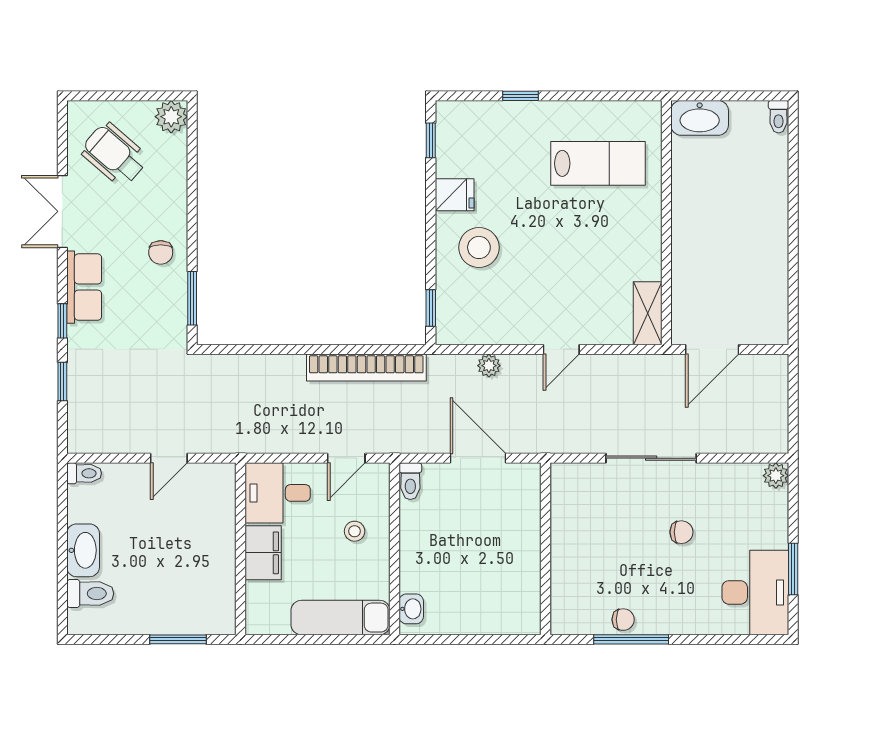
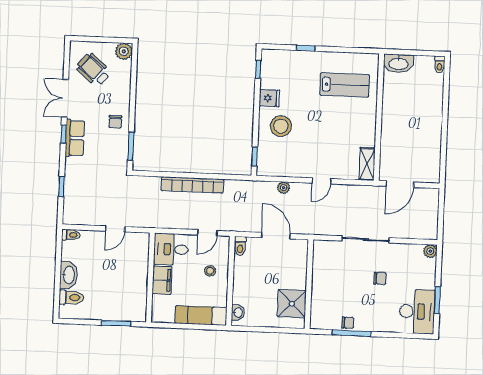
window: (62, 321) -> (64, 134), moved
bookcase: (366, 368) -> (192, 185), moved
shower: (514, 588) -> (292, 304), added

